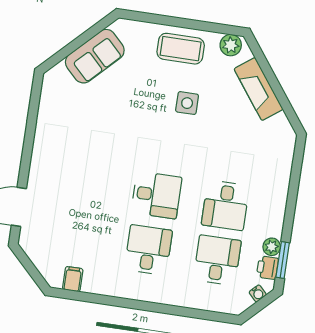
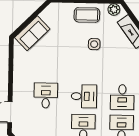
sofa: (95, 56) -> (32, 33), moved
desk: (88, 185) -> (46, 95), added

